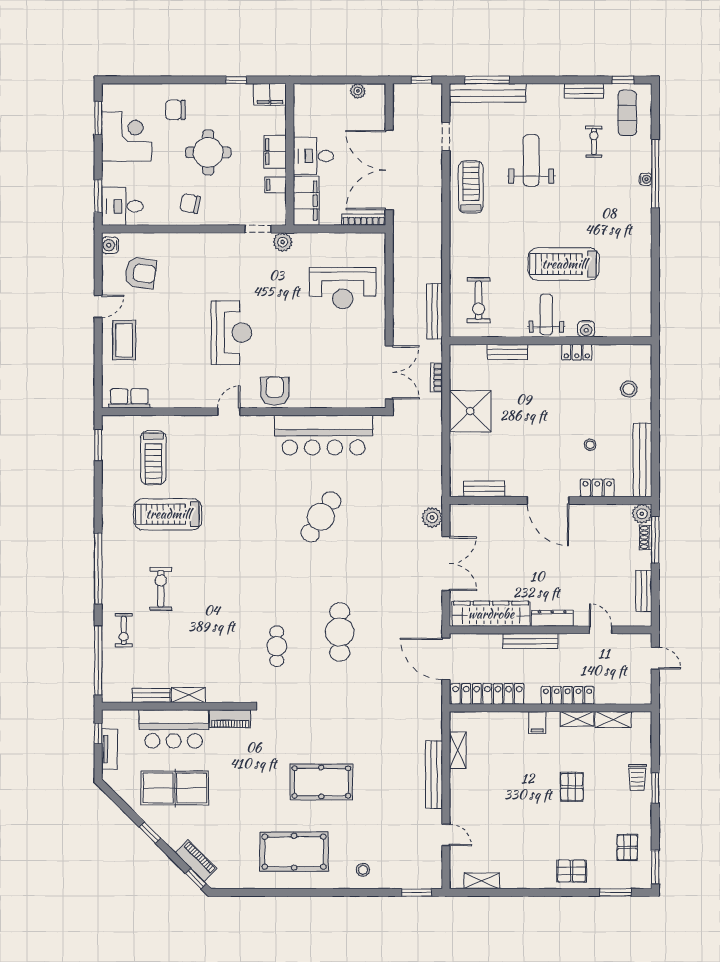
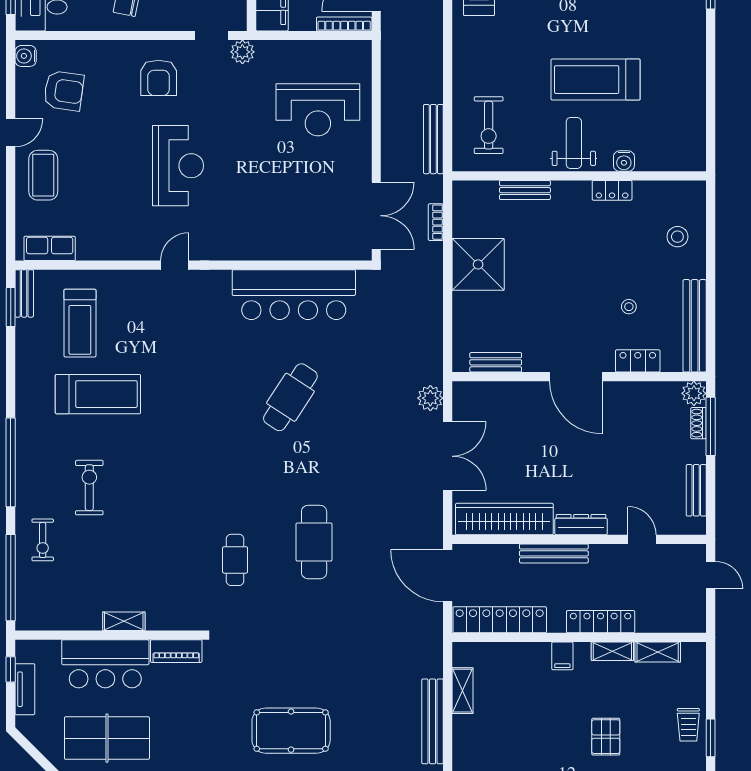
armchair: (275, 391) -> (159, 78), moved, turned 180
treadmill: (168, 514) -> (98, 394), turned 180
bench: (151, 695) -> (24, 293), moved, turned 90

